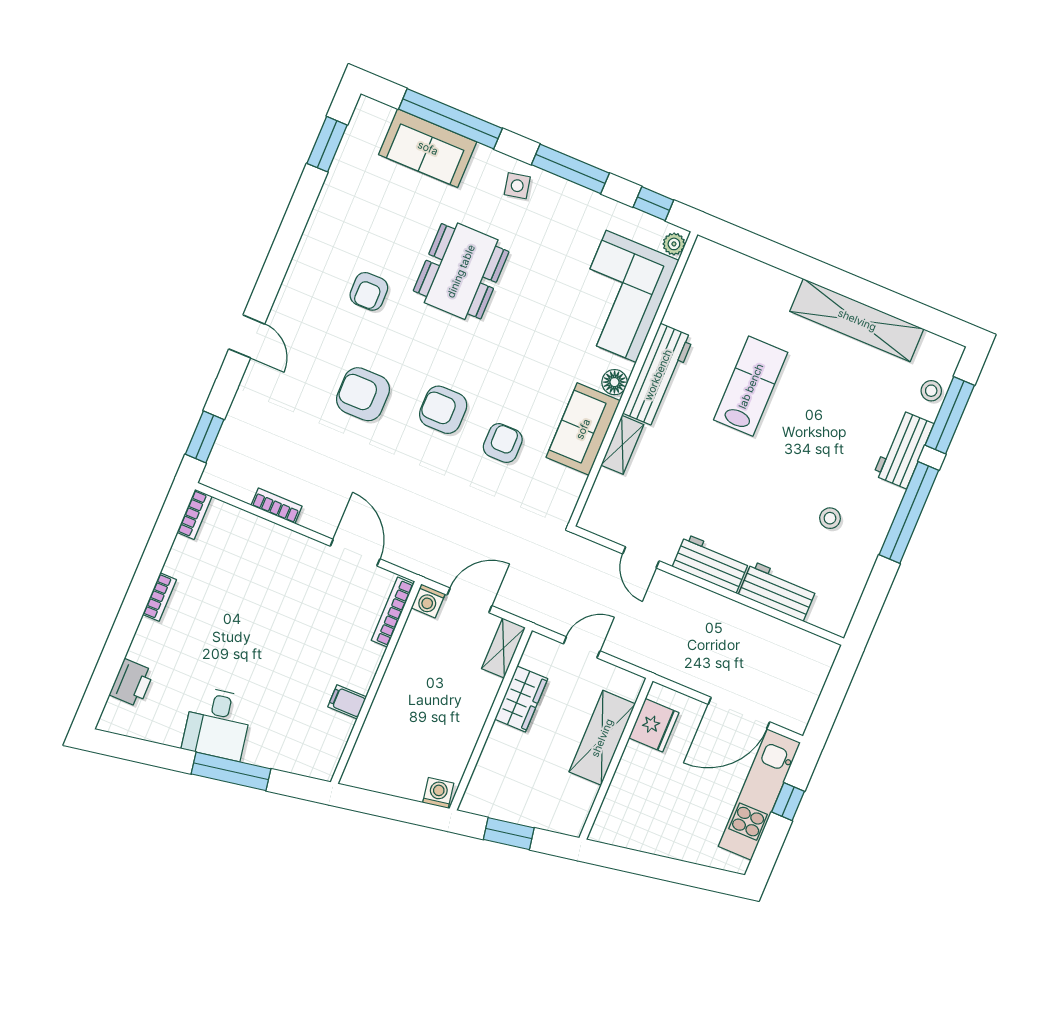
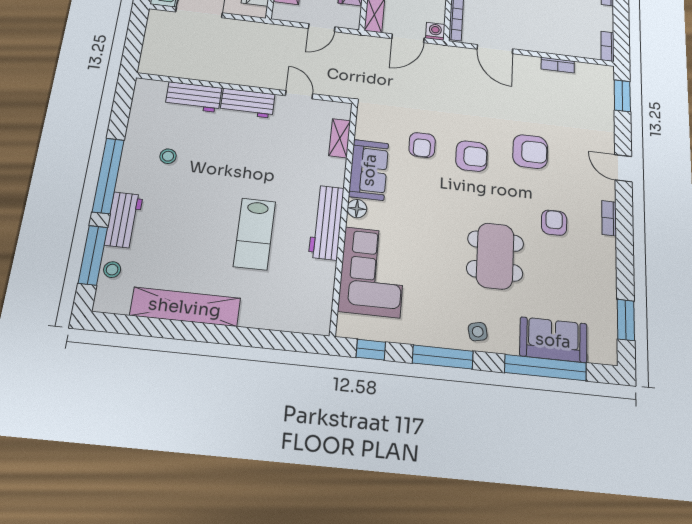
plant: (674, 244) -> (345, 323), removed
bookcase: (294, 276) -> (609, 218), added
shelving: (622, 445) -> (340, 138), moved

